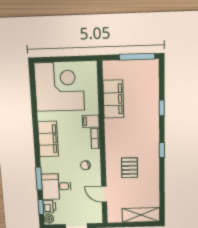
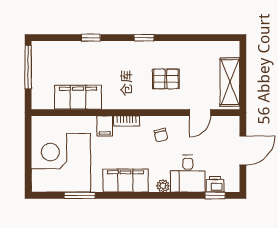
window: (39, 179) -> (80, 195), moved
shelving: (141, 215) -> (230, 82), moved
plant: (49, 219) -> (163, 186), moved

